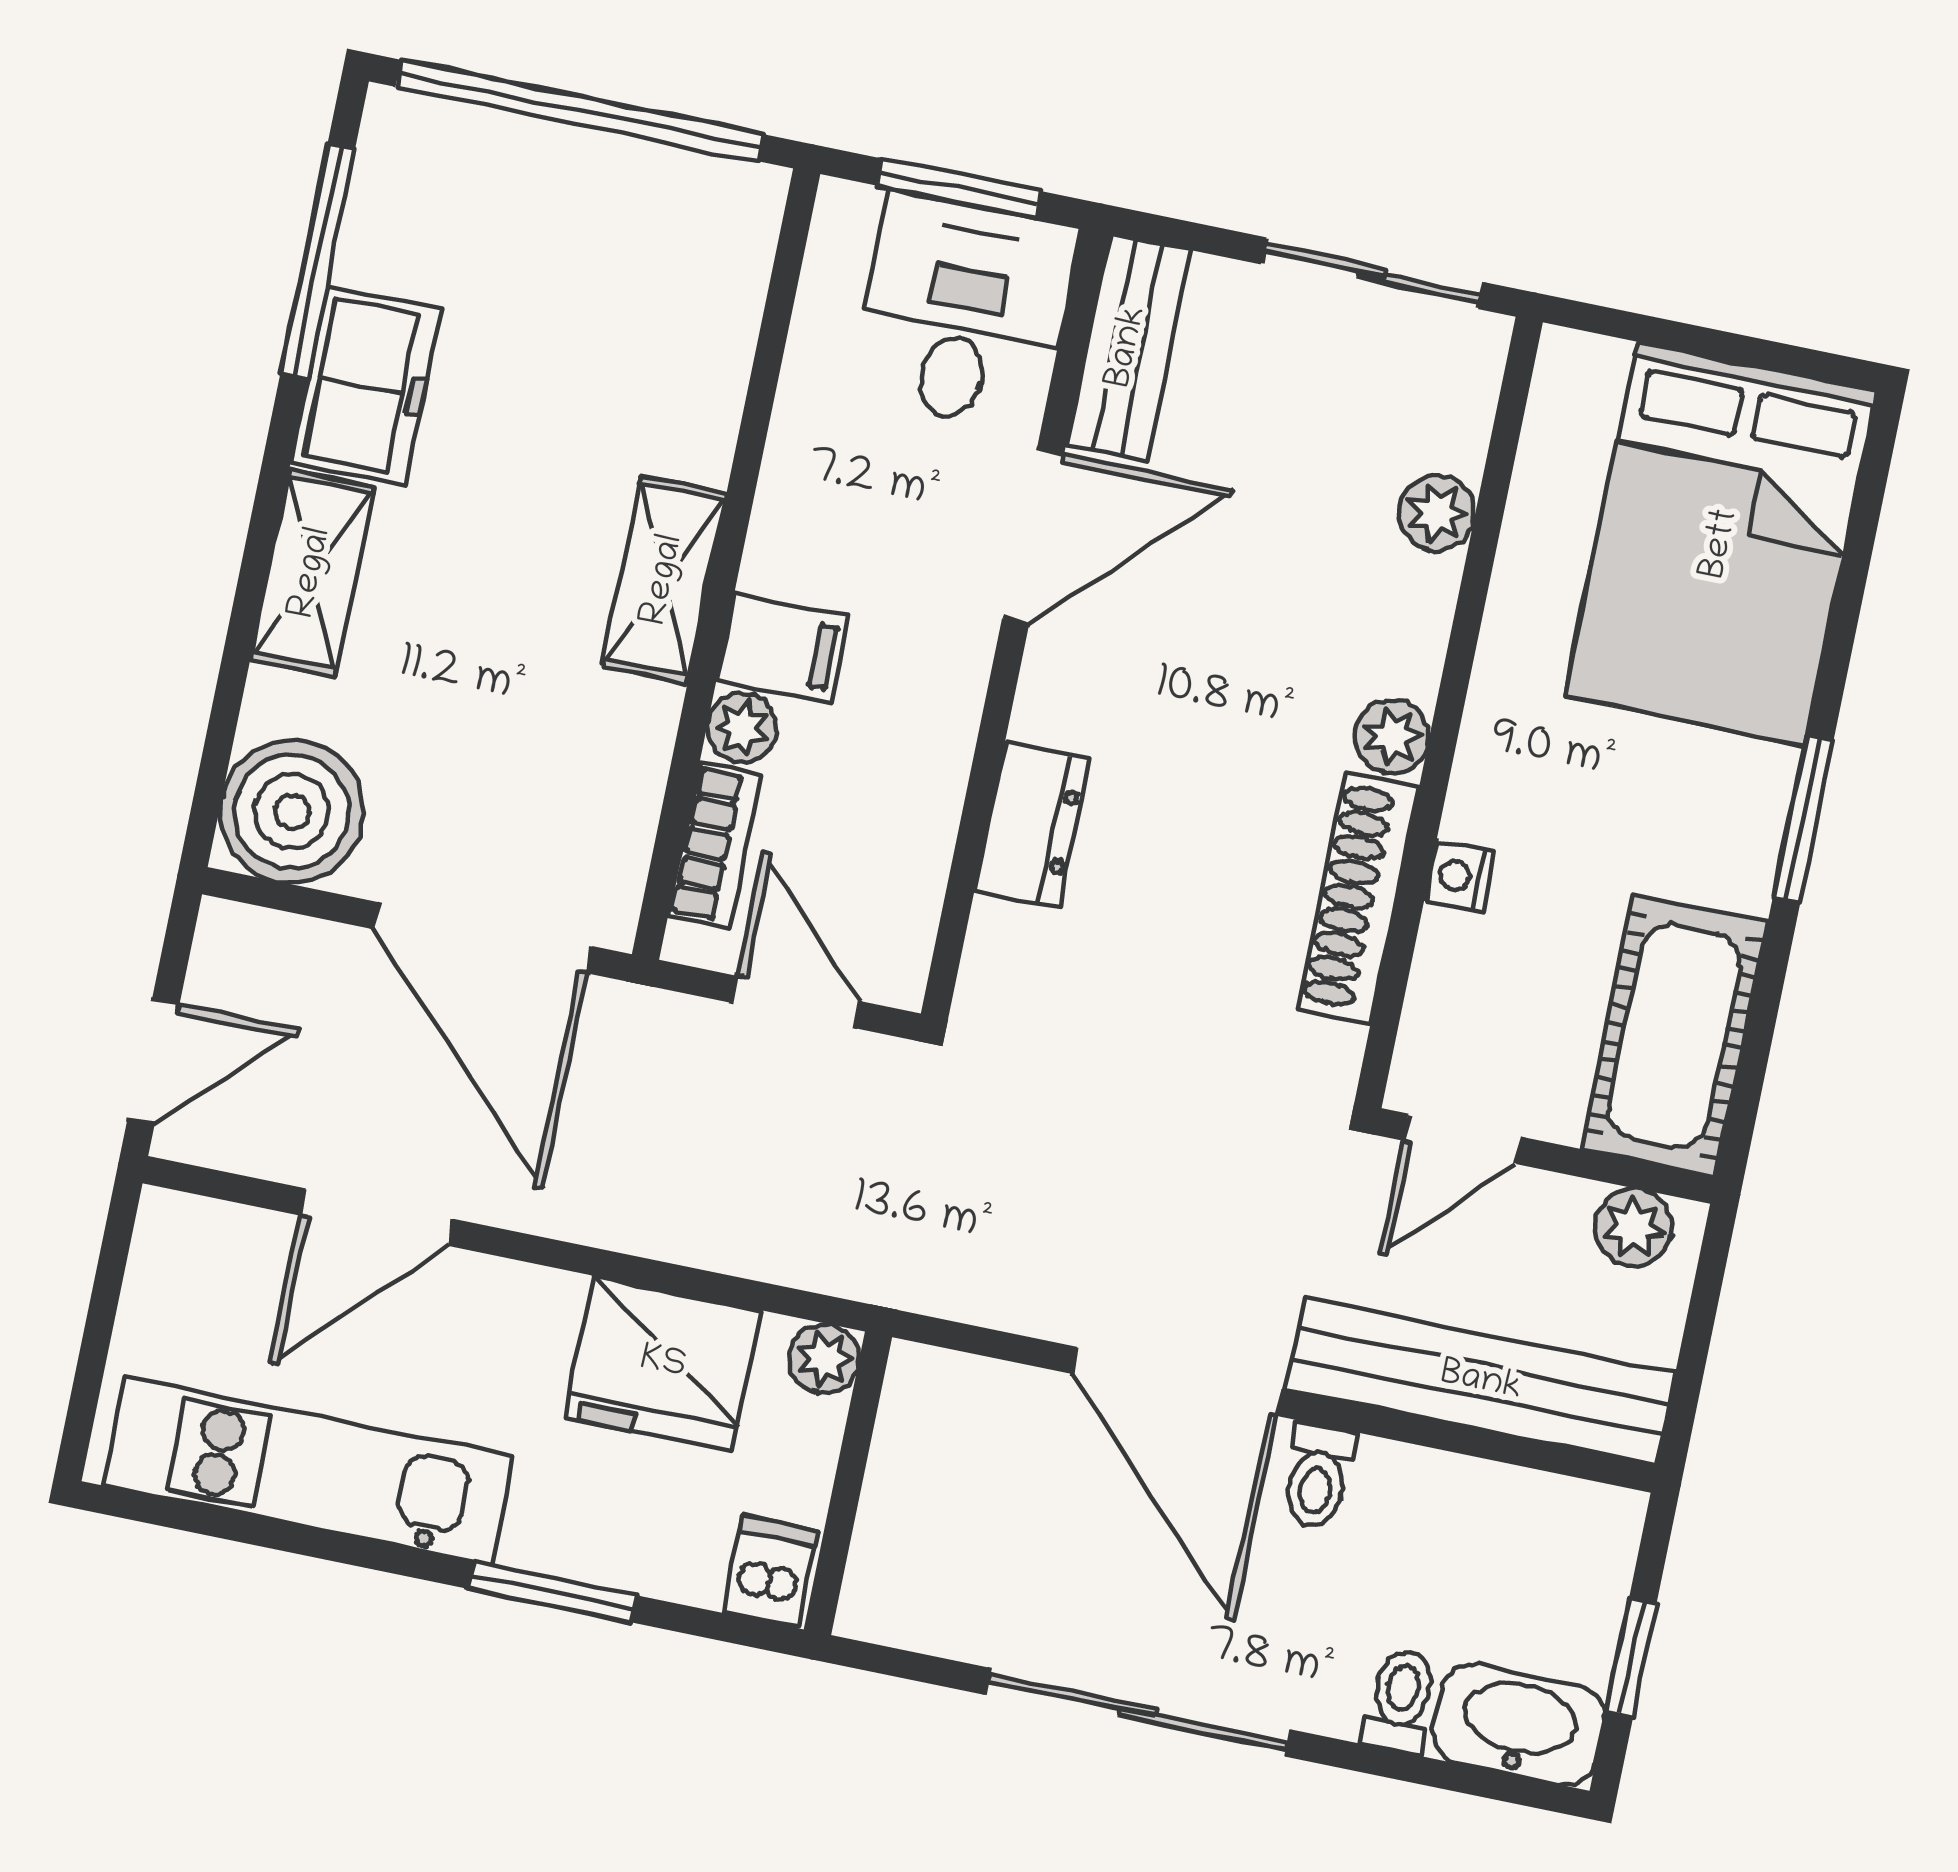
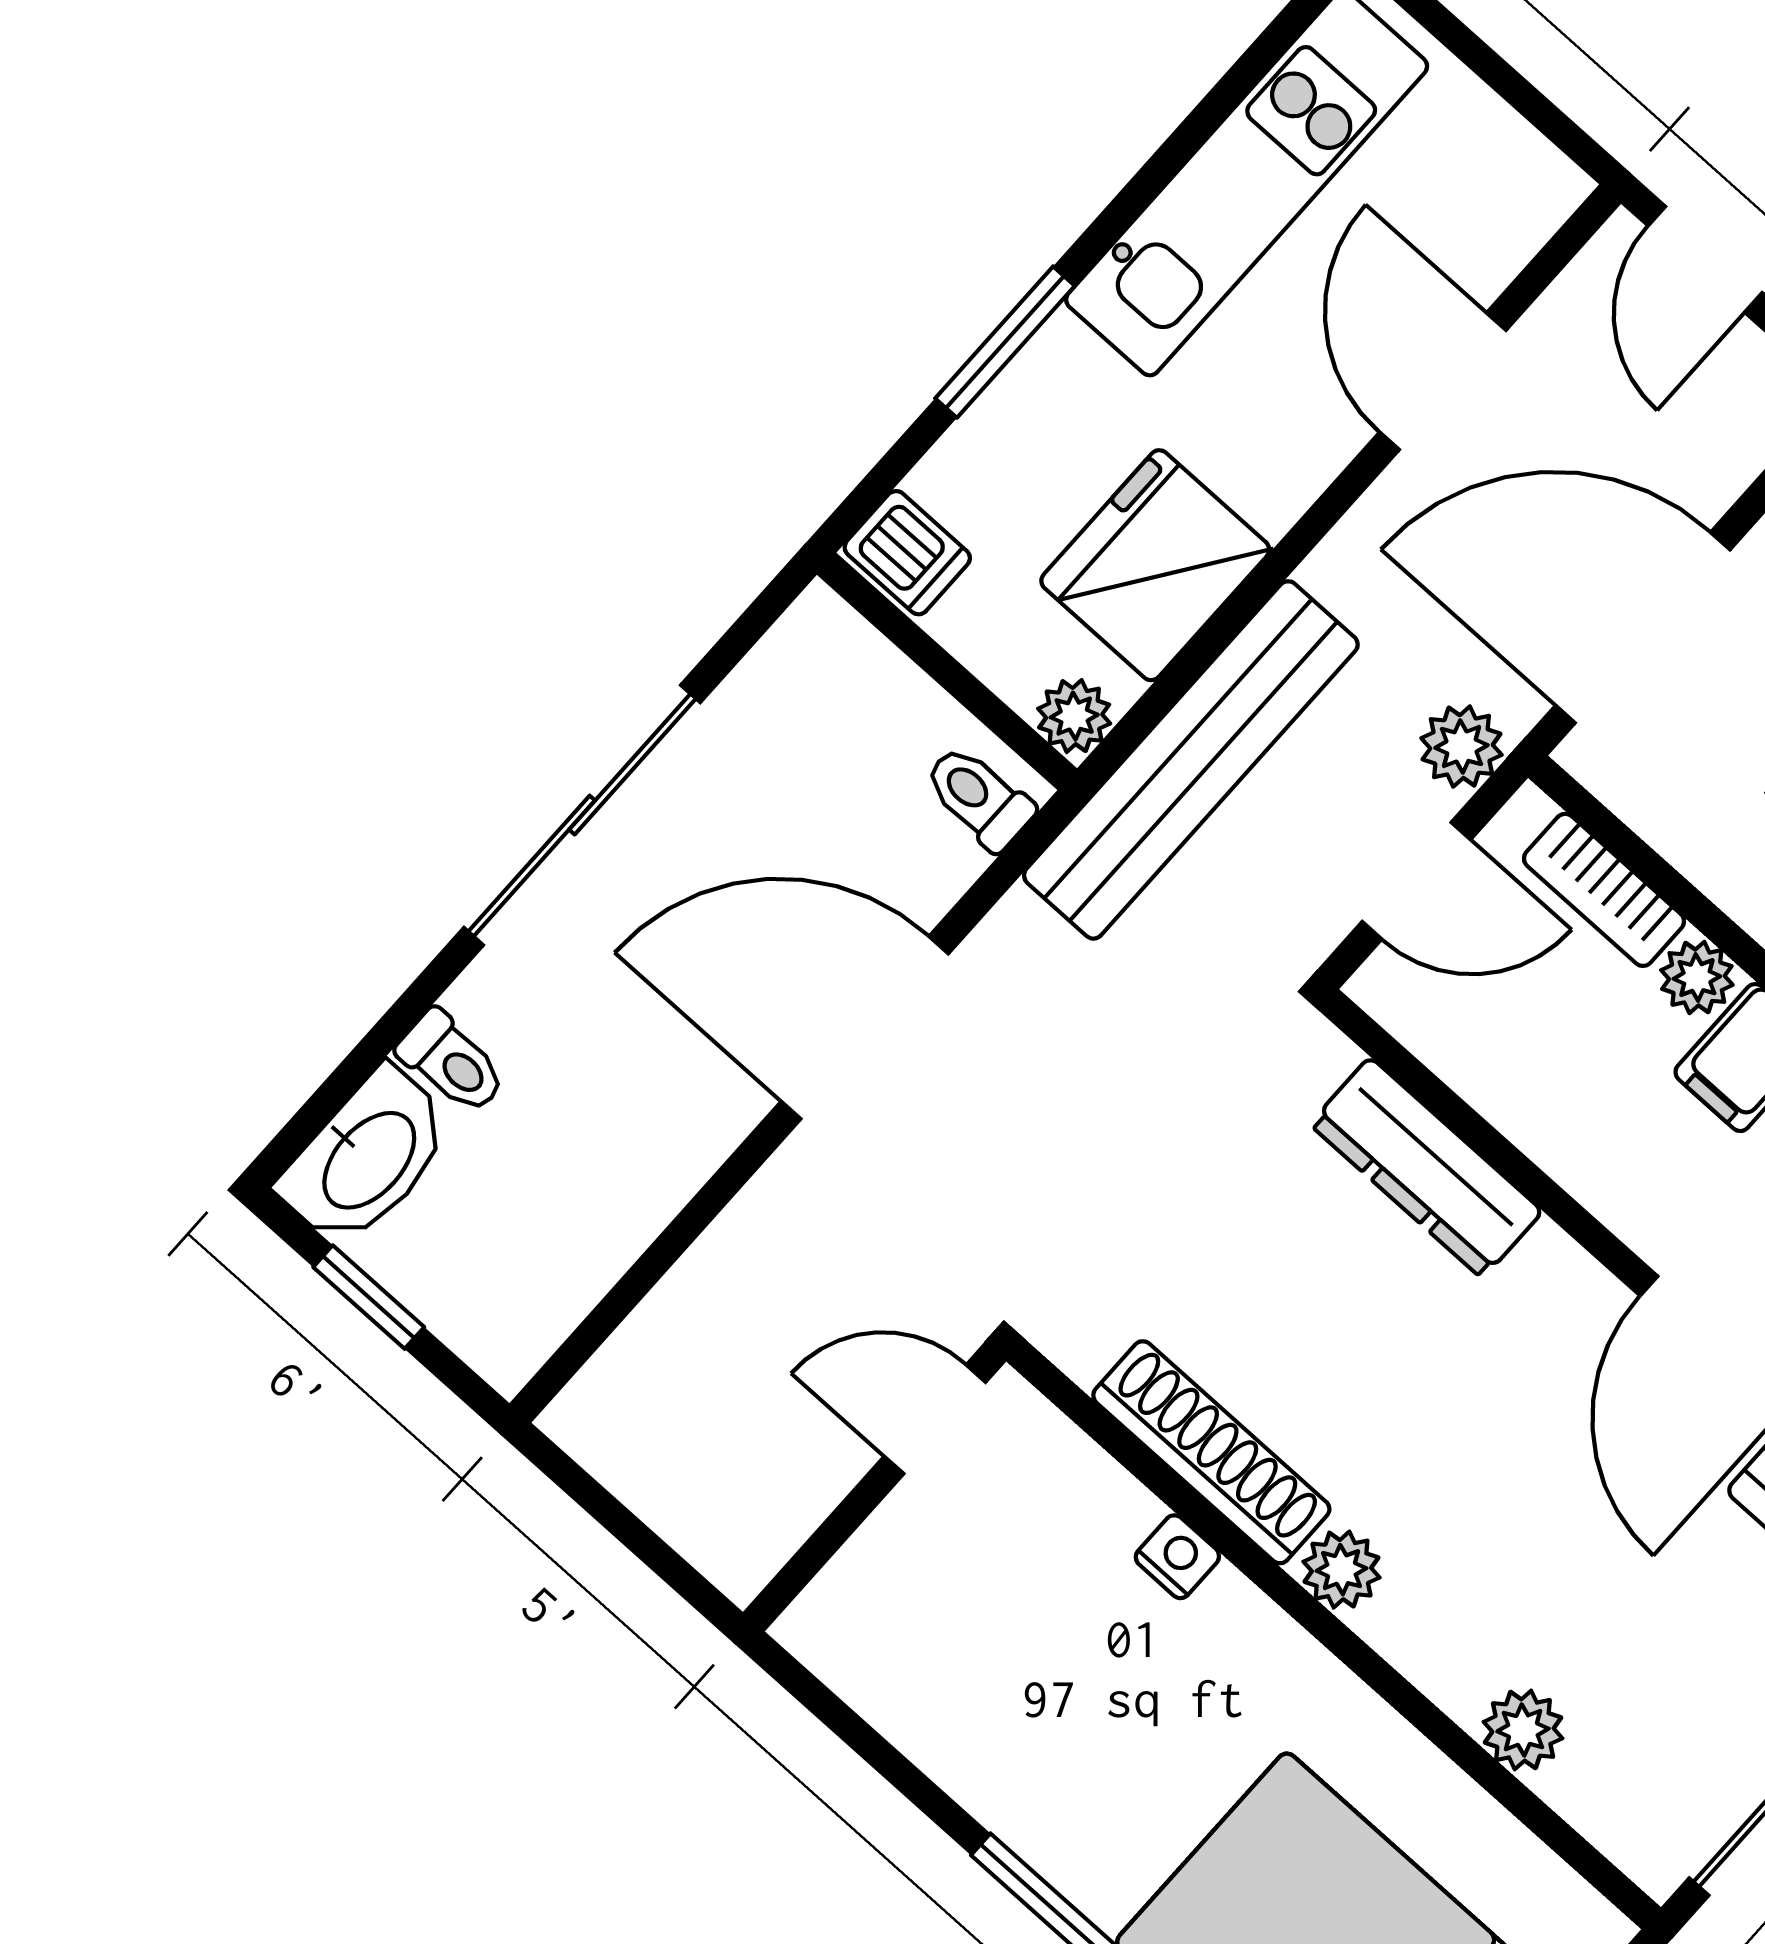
dresser: (1032, 825) -> (1426, 1168), width x1.44
cot: (1674, 1036) -> (916, 1669), removed
door: (1462, 1139) -> (935, 1419), hinge flipped
plant: (1633, 1228) -> (1462, 747), moved
bench: (1481, 1382) -> (1191, 760), moved
toilet: (1318, 1476) -> (979, 797), moved

